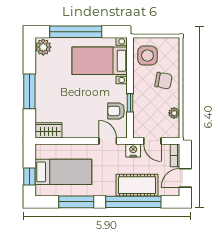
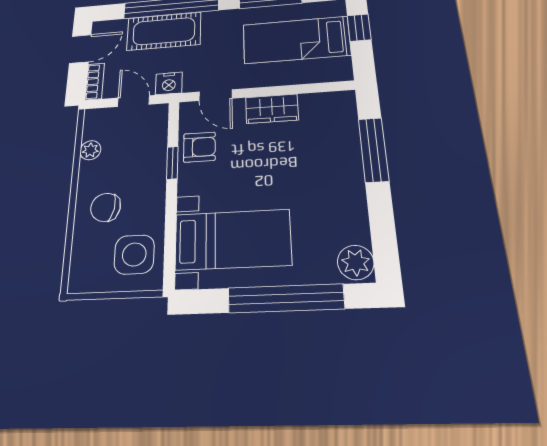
window: (29, 91) -> (373, 150), moved
wardrobe: (48, 130) -> (272, 109), moved

